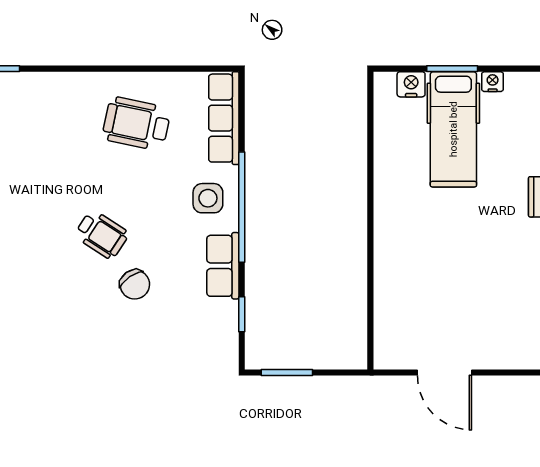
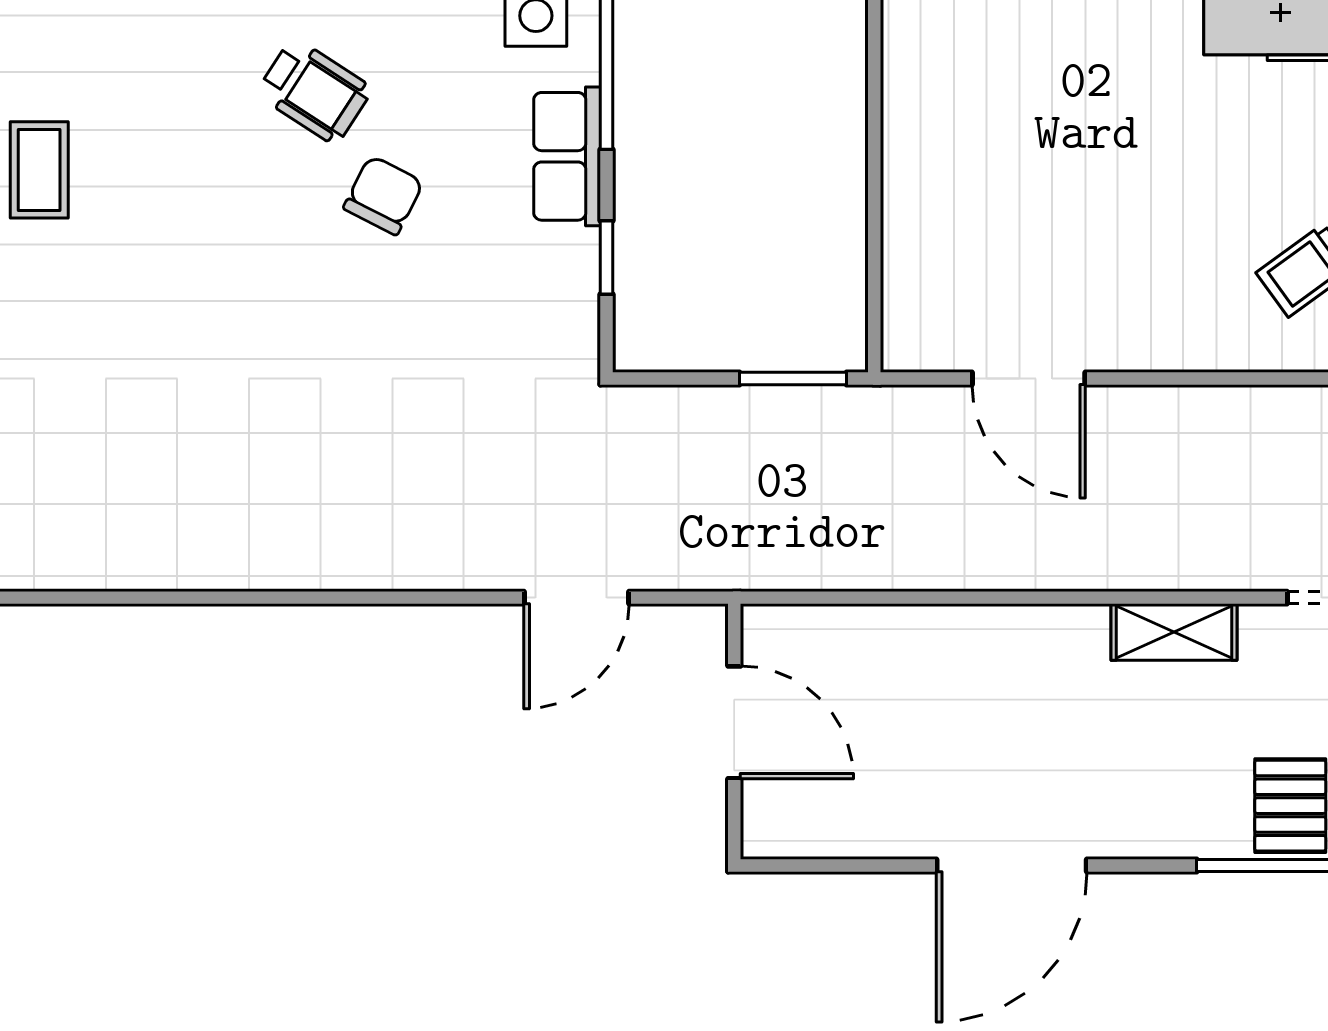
chair: (135, 284) -> (383, 195), turned -118
window: (287, 372) -> (793, 379), moved

